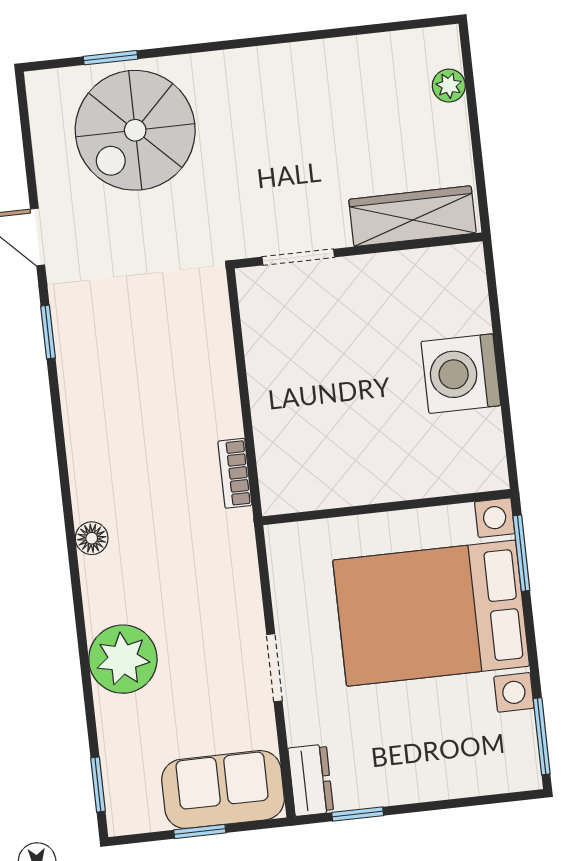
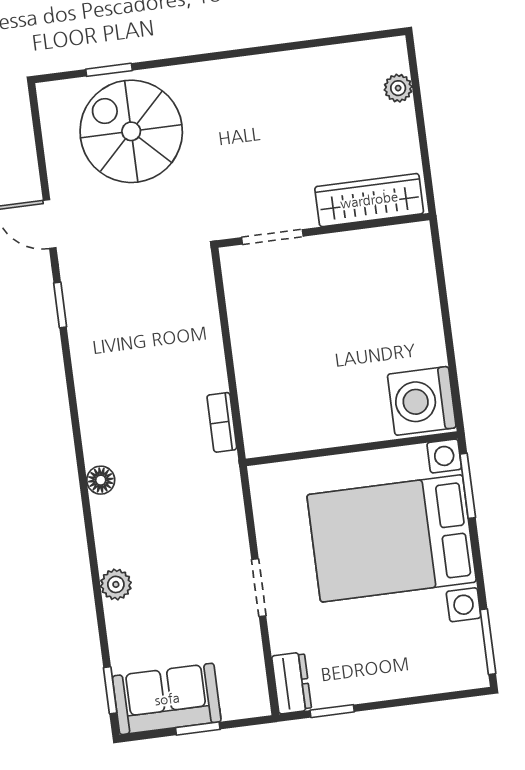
spiral stairs: (135, 130) -> (131, 131), turned 90
washing machine: (461, 374) -> (422, 401), moved
plant: (123, 659) -> (116, 584), width x0.53, depth x0.53
sofa: (223, 790) -> (167, 699), moved

